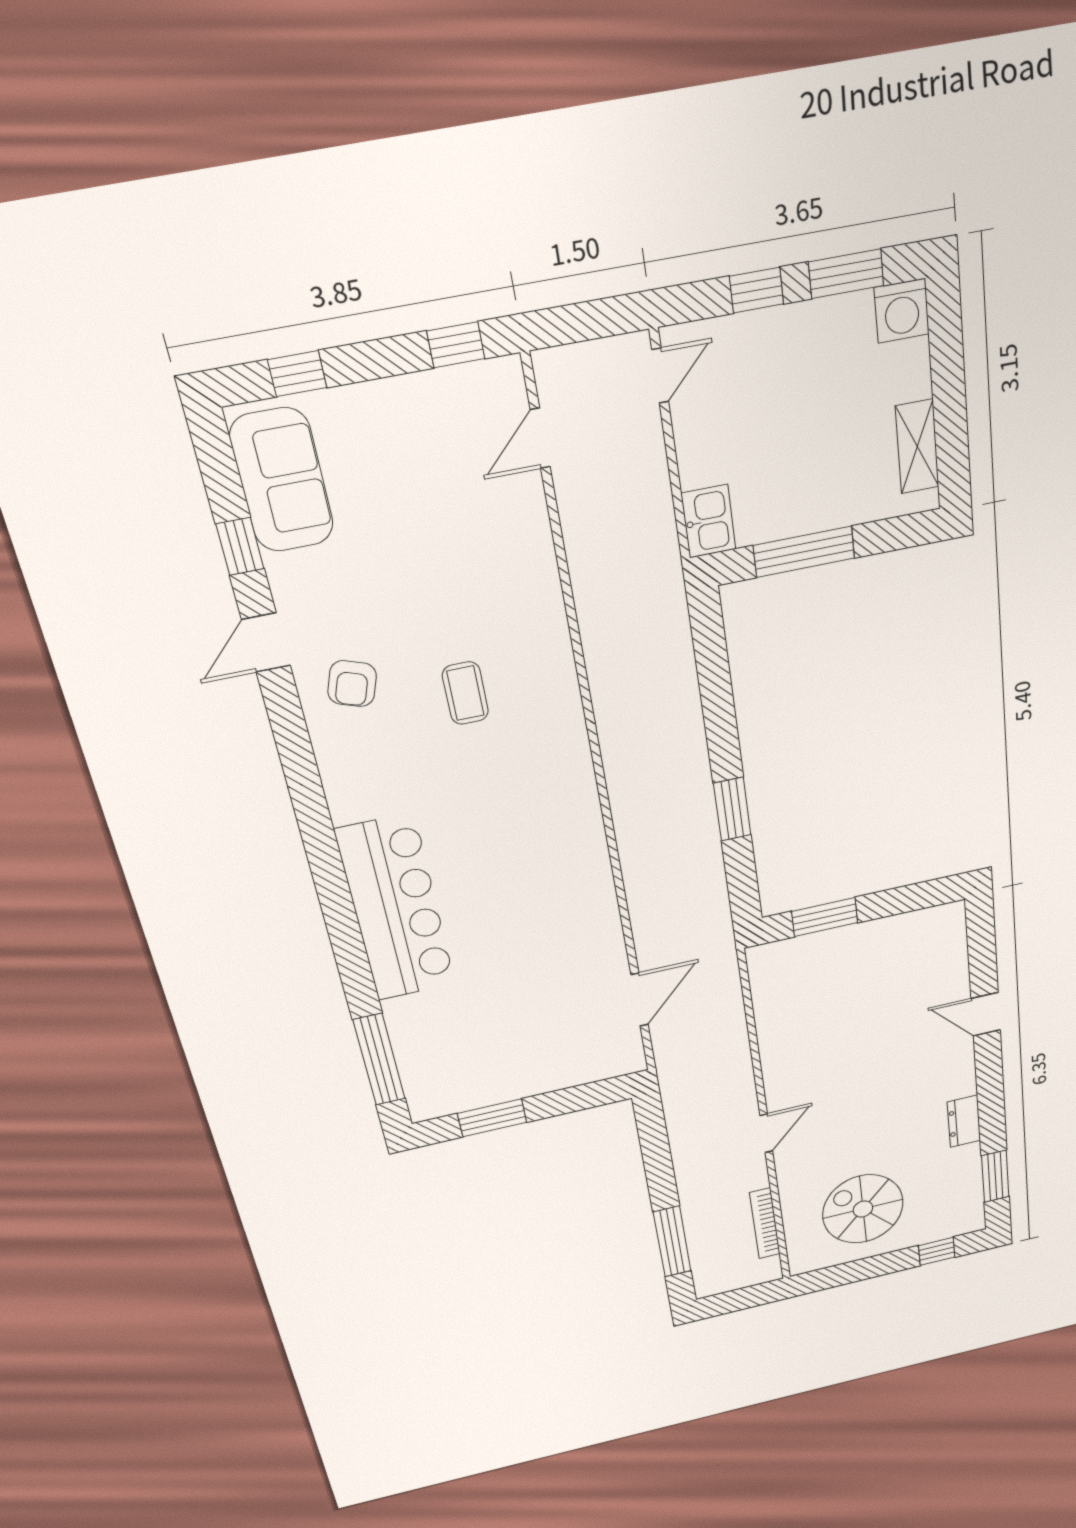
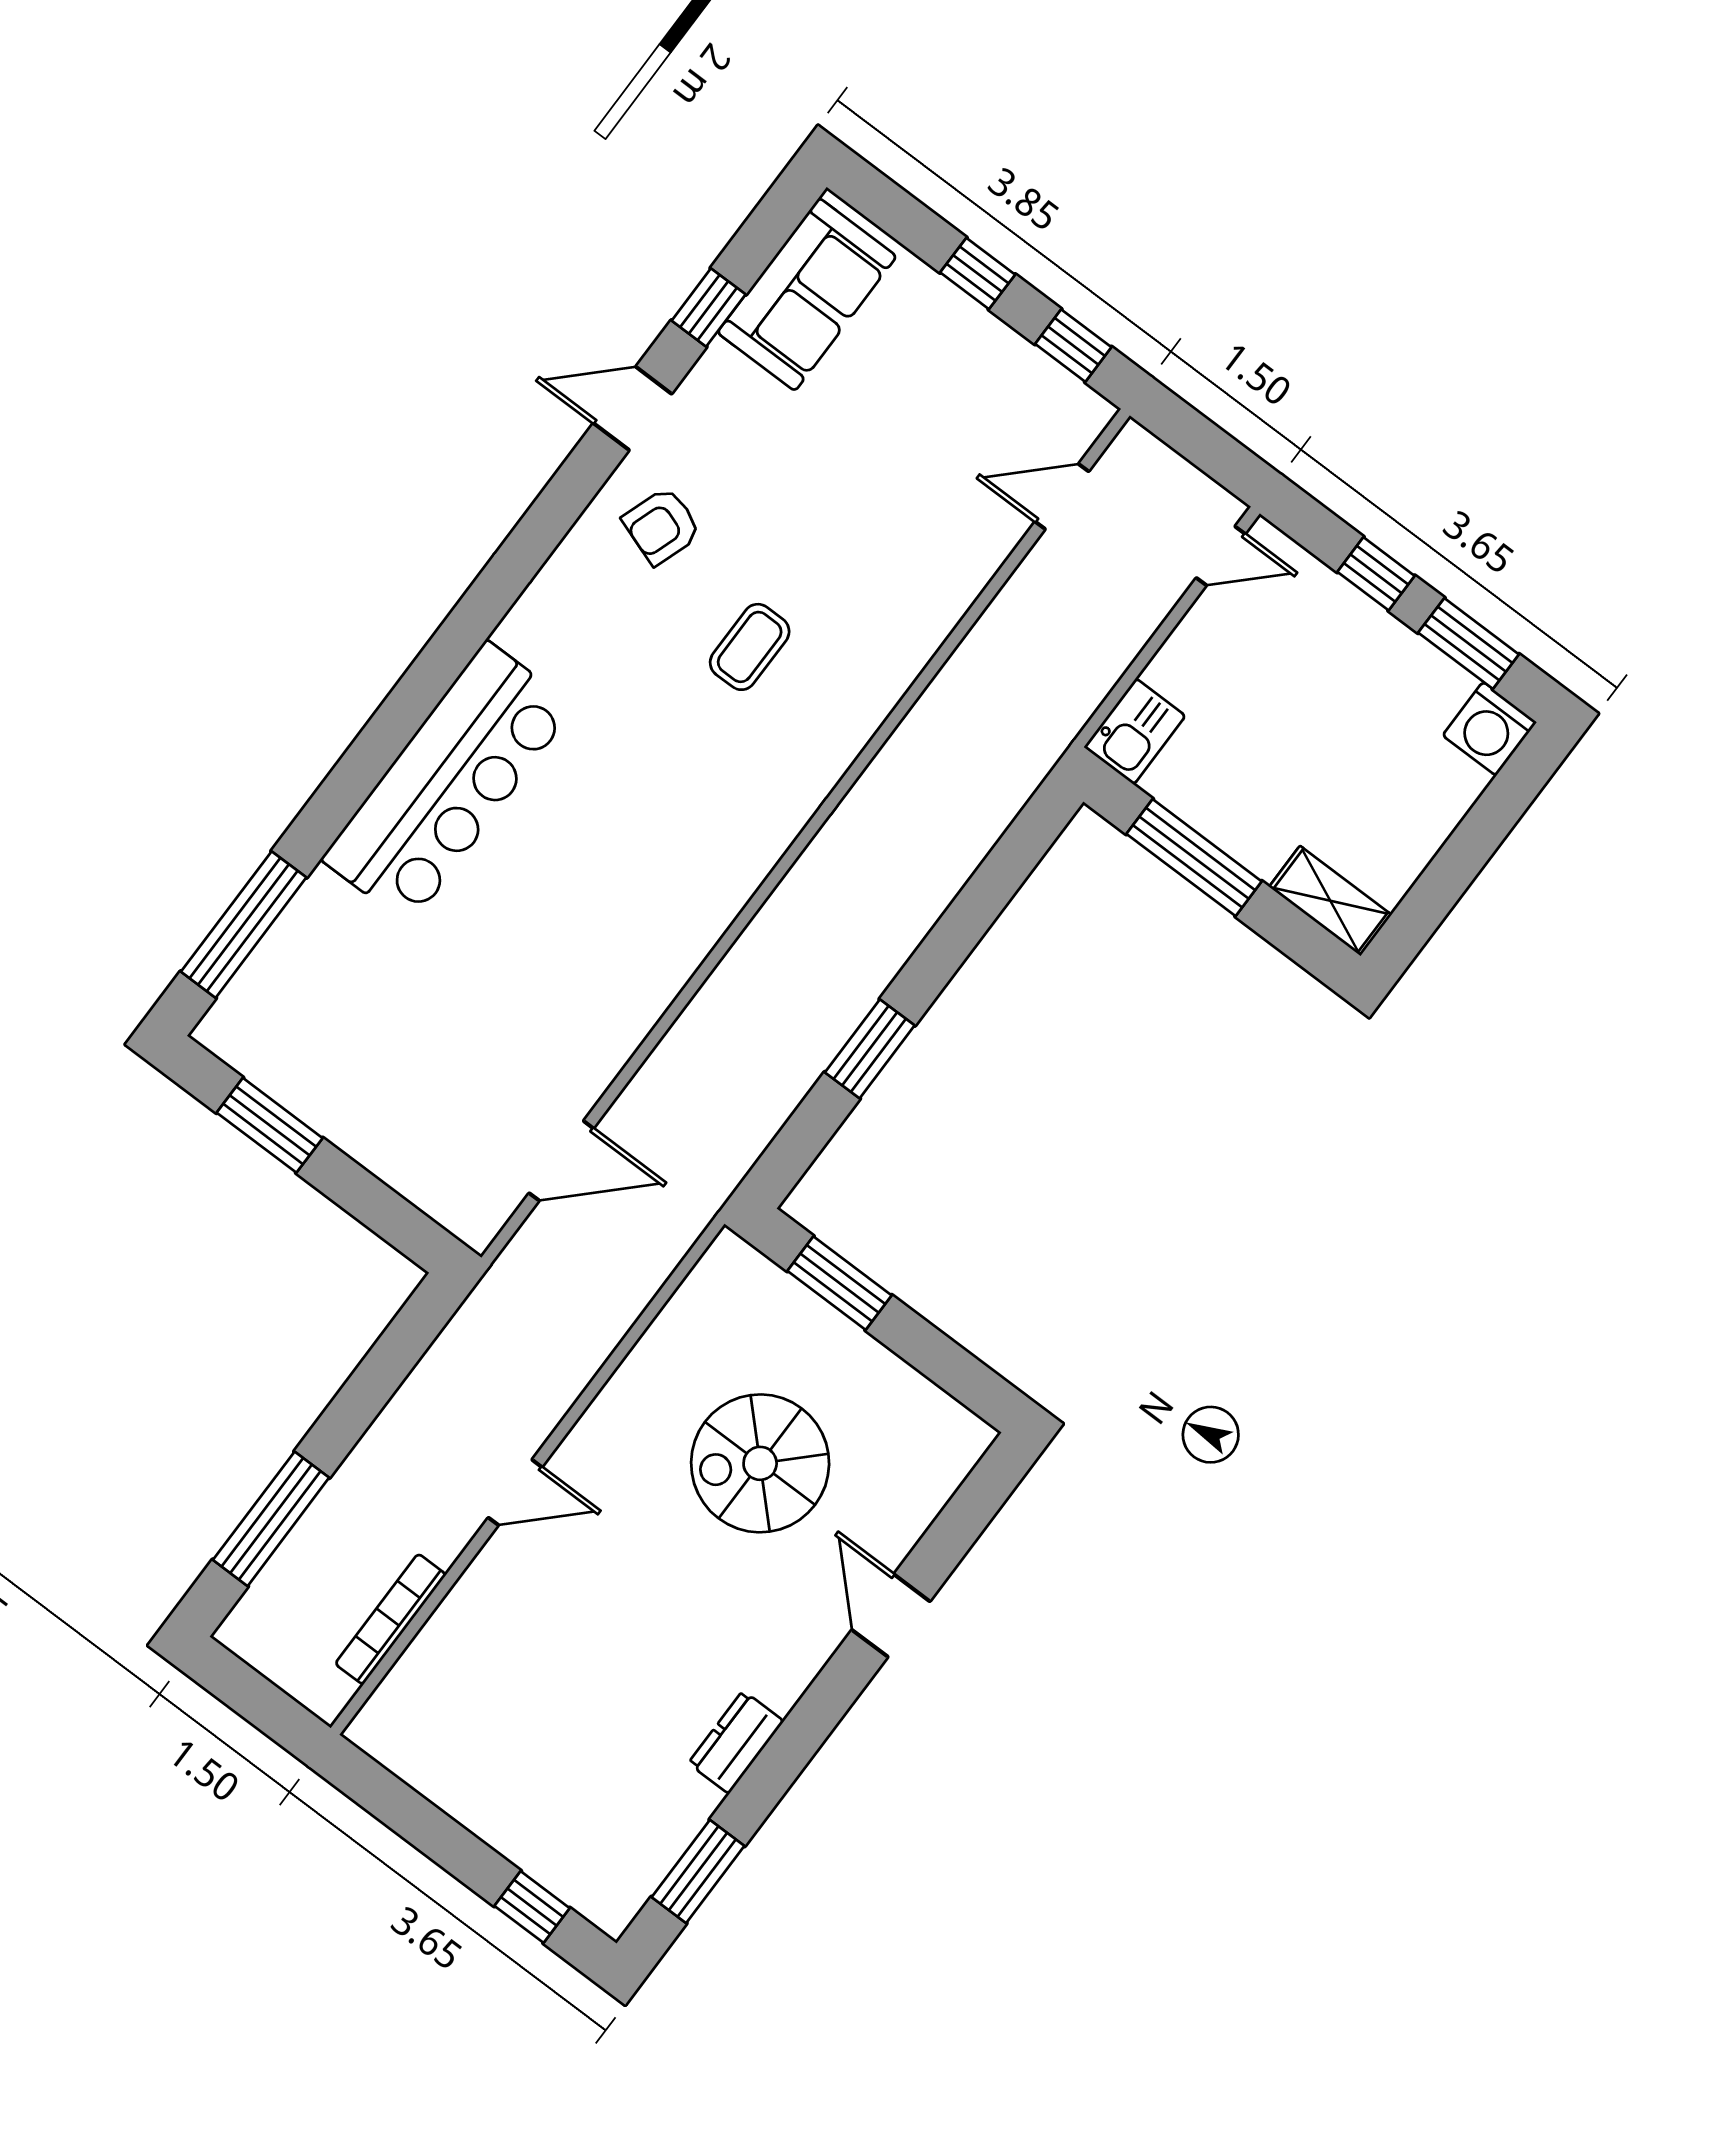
window: (297, 374) -> (978, 274), moved
shelving: (917, 447) -> (1330, 901), moved, turned 90
spiral stairs: (863, 1209) -> (760, 1463), moved, turned -90

